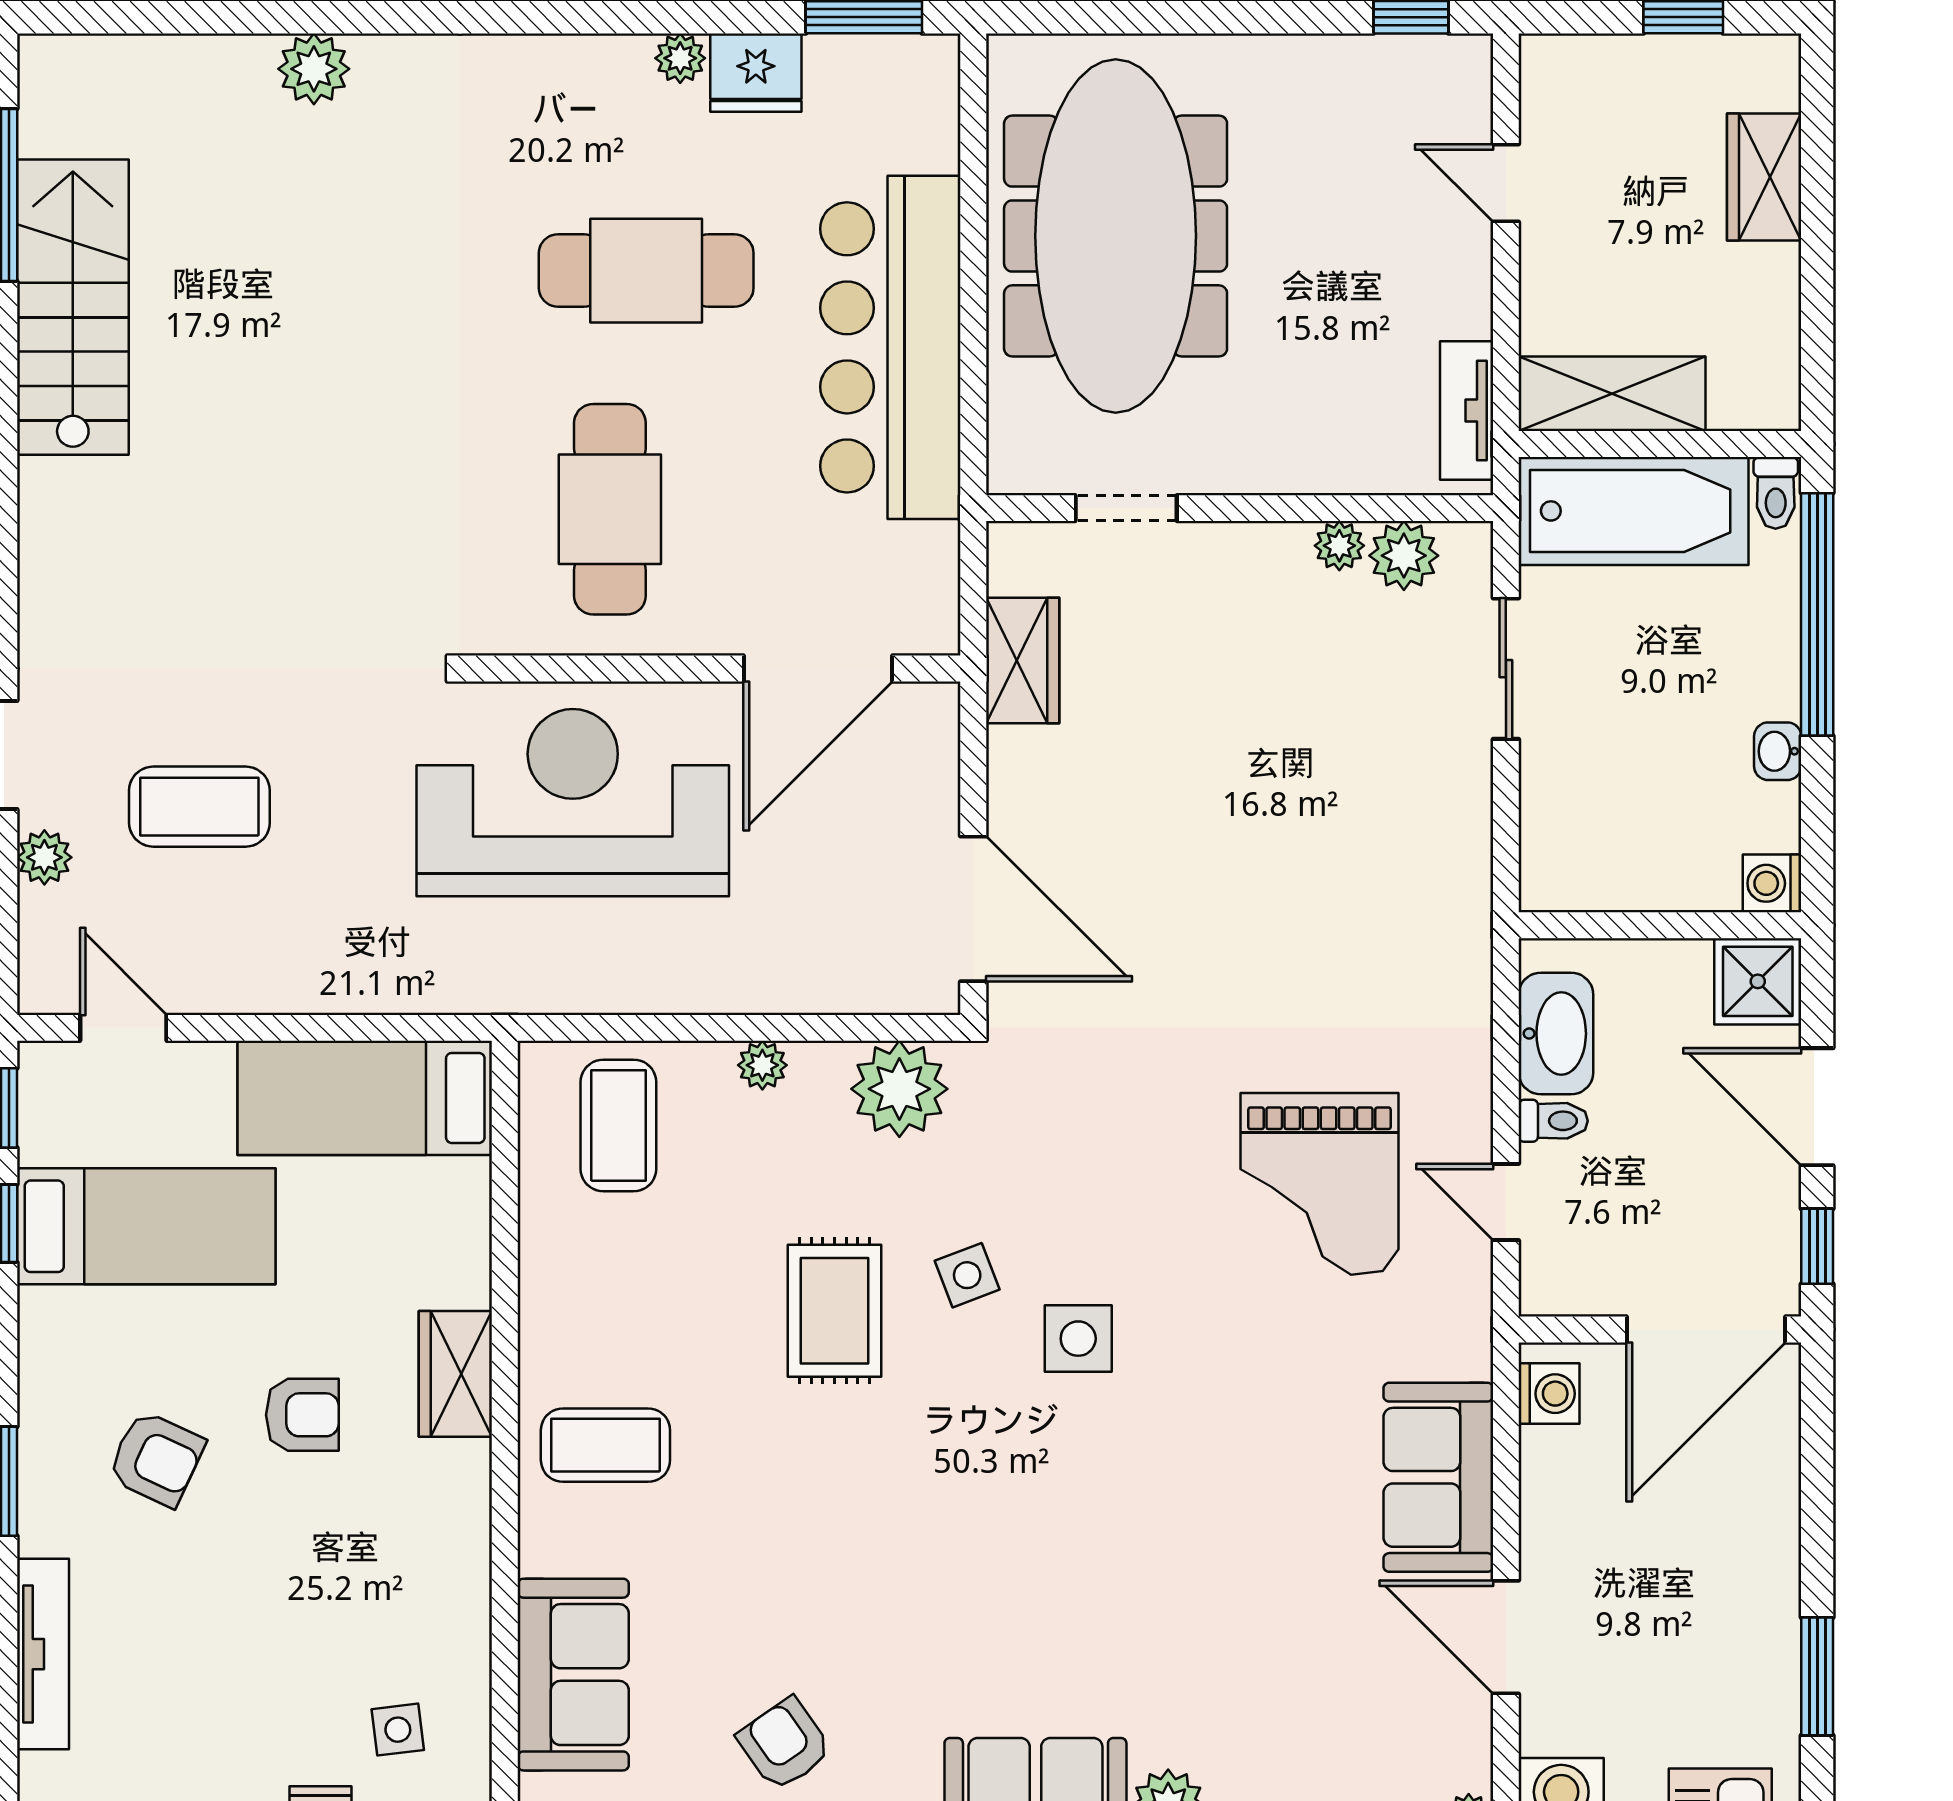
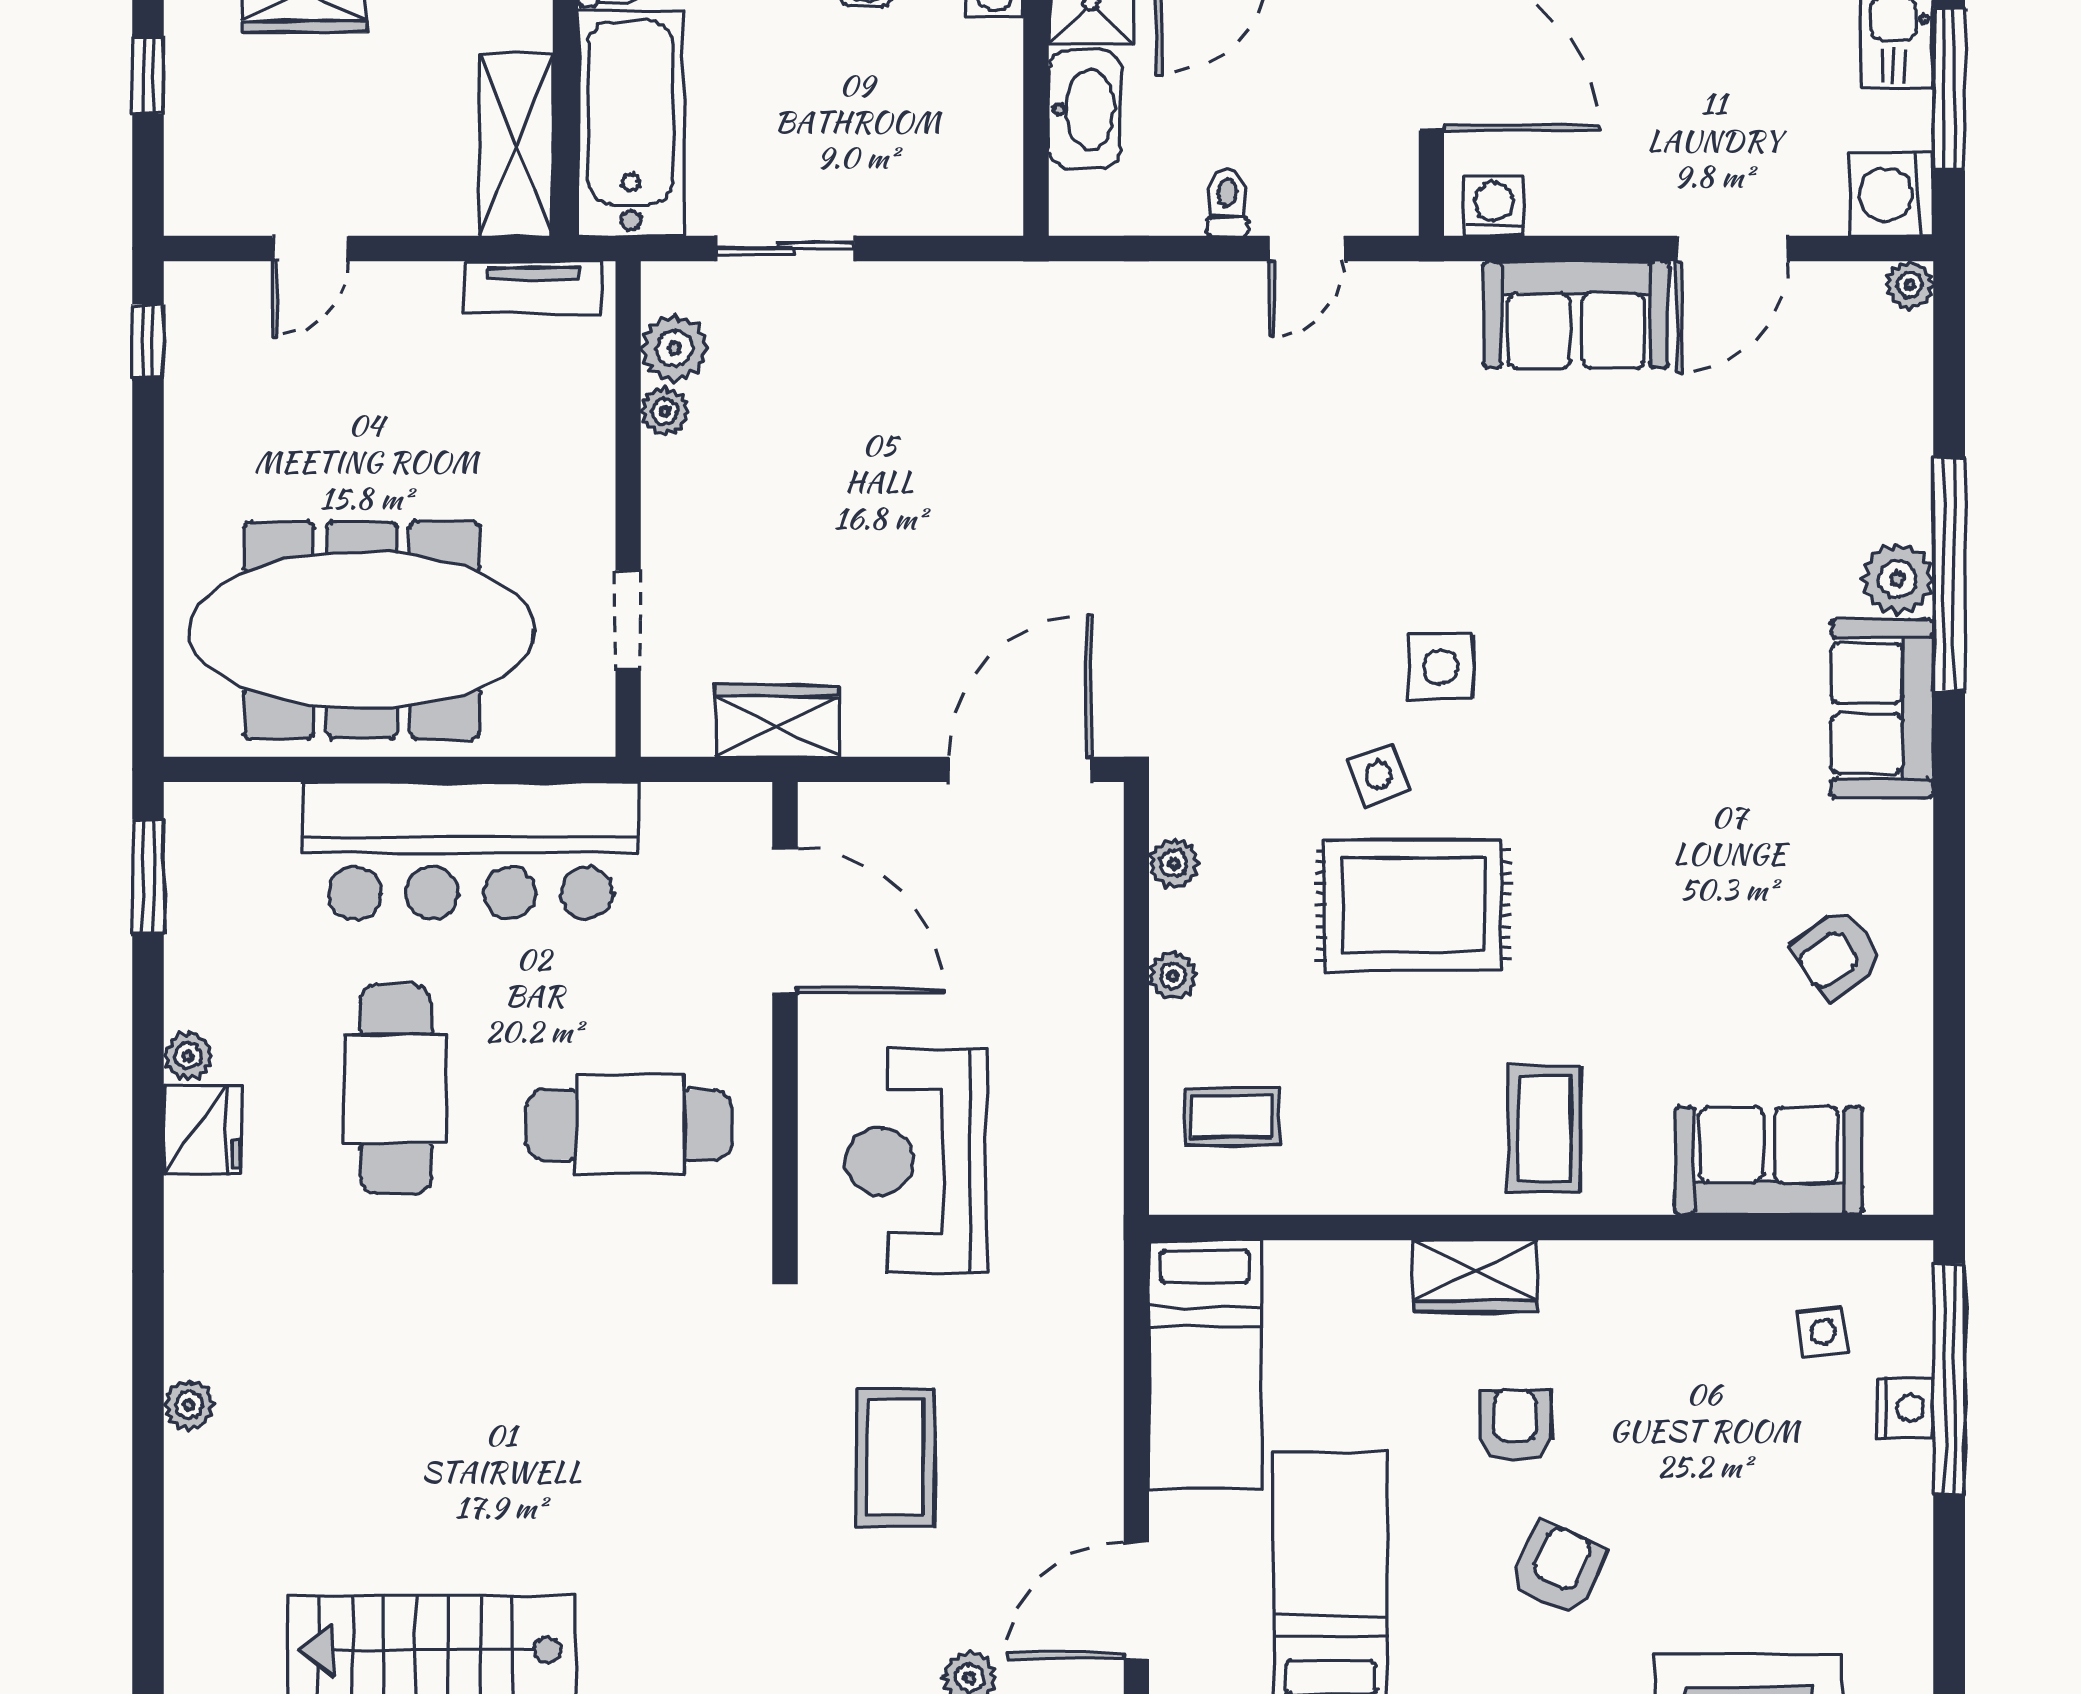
plant: (314, 69) -> (189, 1405), width x0.73, depth x0.73
fridge: (756, 73) -> (202, 1130), moved
reception desk: (573, 803) -> (916, 1161), width x0.74, depth x0.77
coffee table: (199, 807) -> (895, 1457), moved
door: (123, 1028) -> (1136, 1601), width x1.38
washbasin: (1556, 1034) -> (1085, 109), moved, turned 90
plant: (899, 1089) -> (1174, 864), width x0.53, depth x0.53
coffee table: (618, 1125) -> (1232, 1116), width x0.73, depth x0.77
grand piano: (1319, 1184) -> (1289, 431), removed
rug: (835, 1311) -> (1413, 905), width x1.36, depth x1.43

